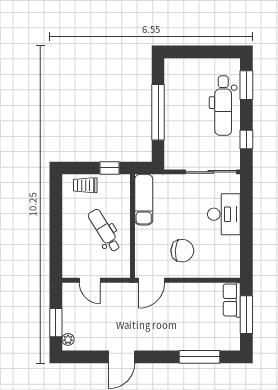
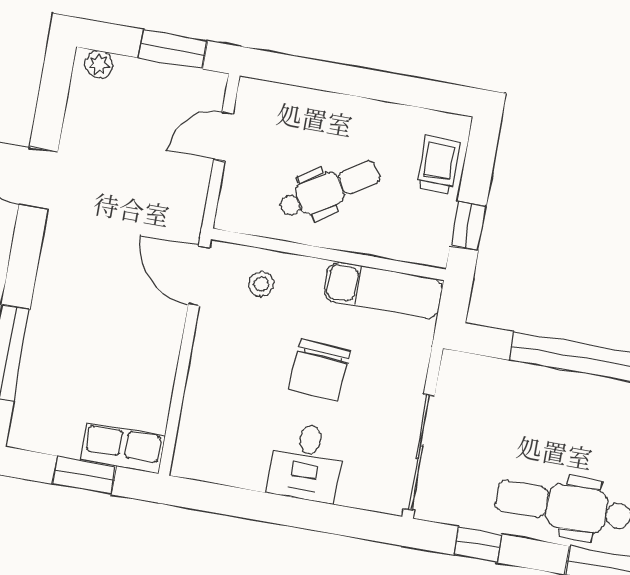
desk: (224, 214) -> (306, 462), width x0.73
chair: (182, 251) -> (319, 370), moved
stool: (150, 253) -> (261, 284), added
window: (246, 315) -> (84, 475), width x0.69
window: (56, 323) -> (173, 49), moved

